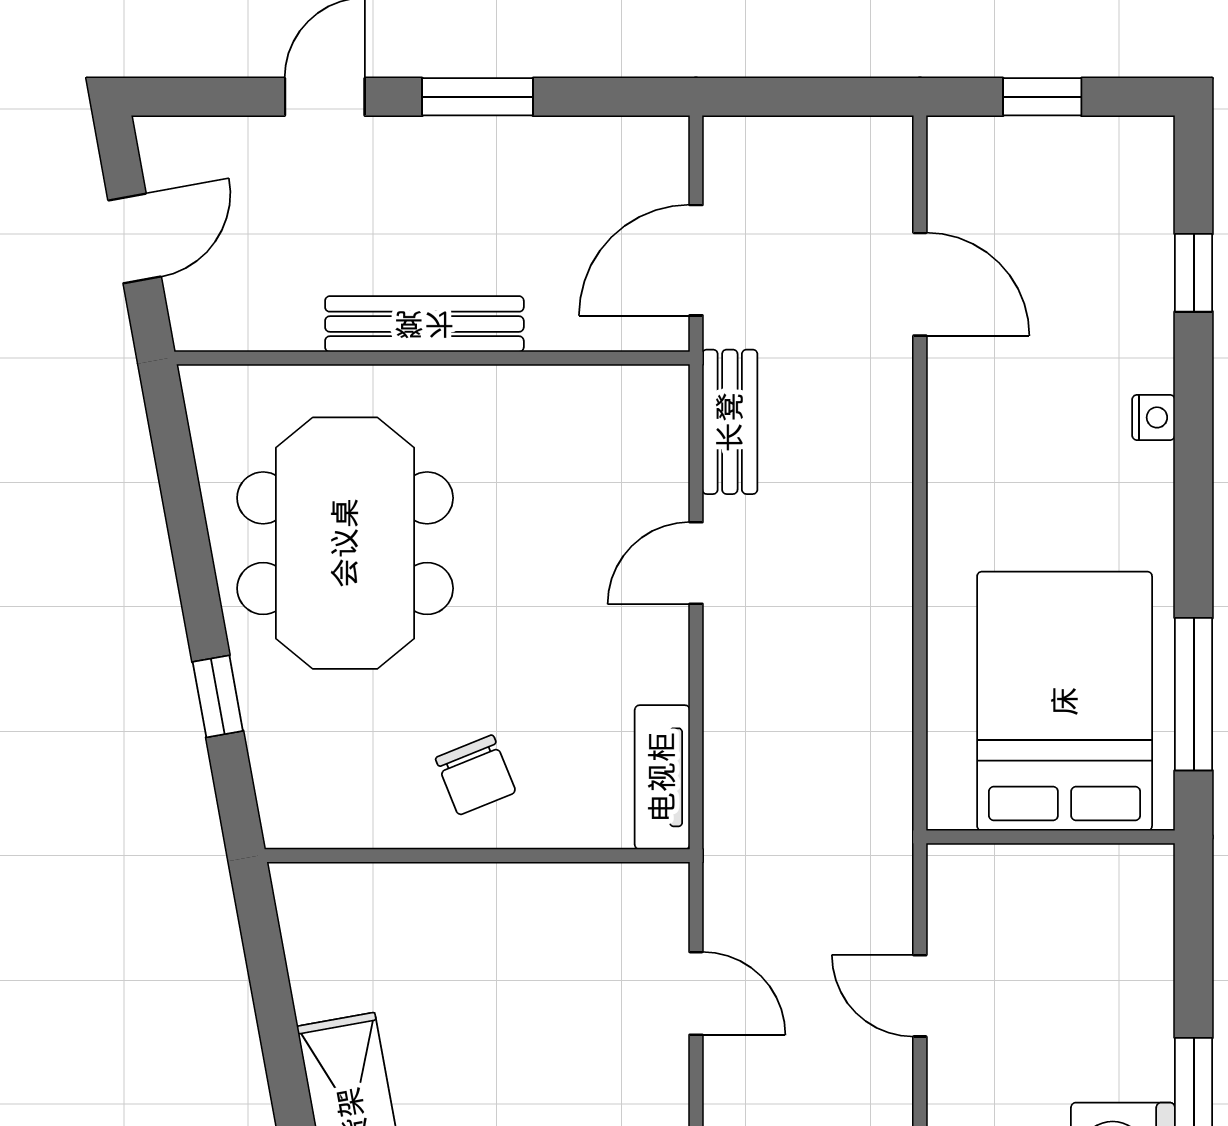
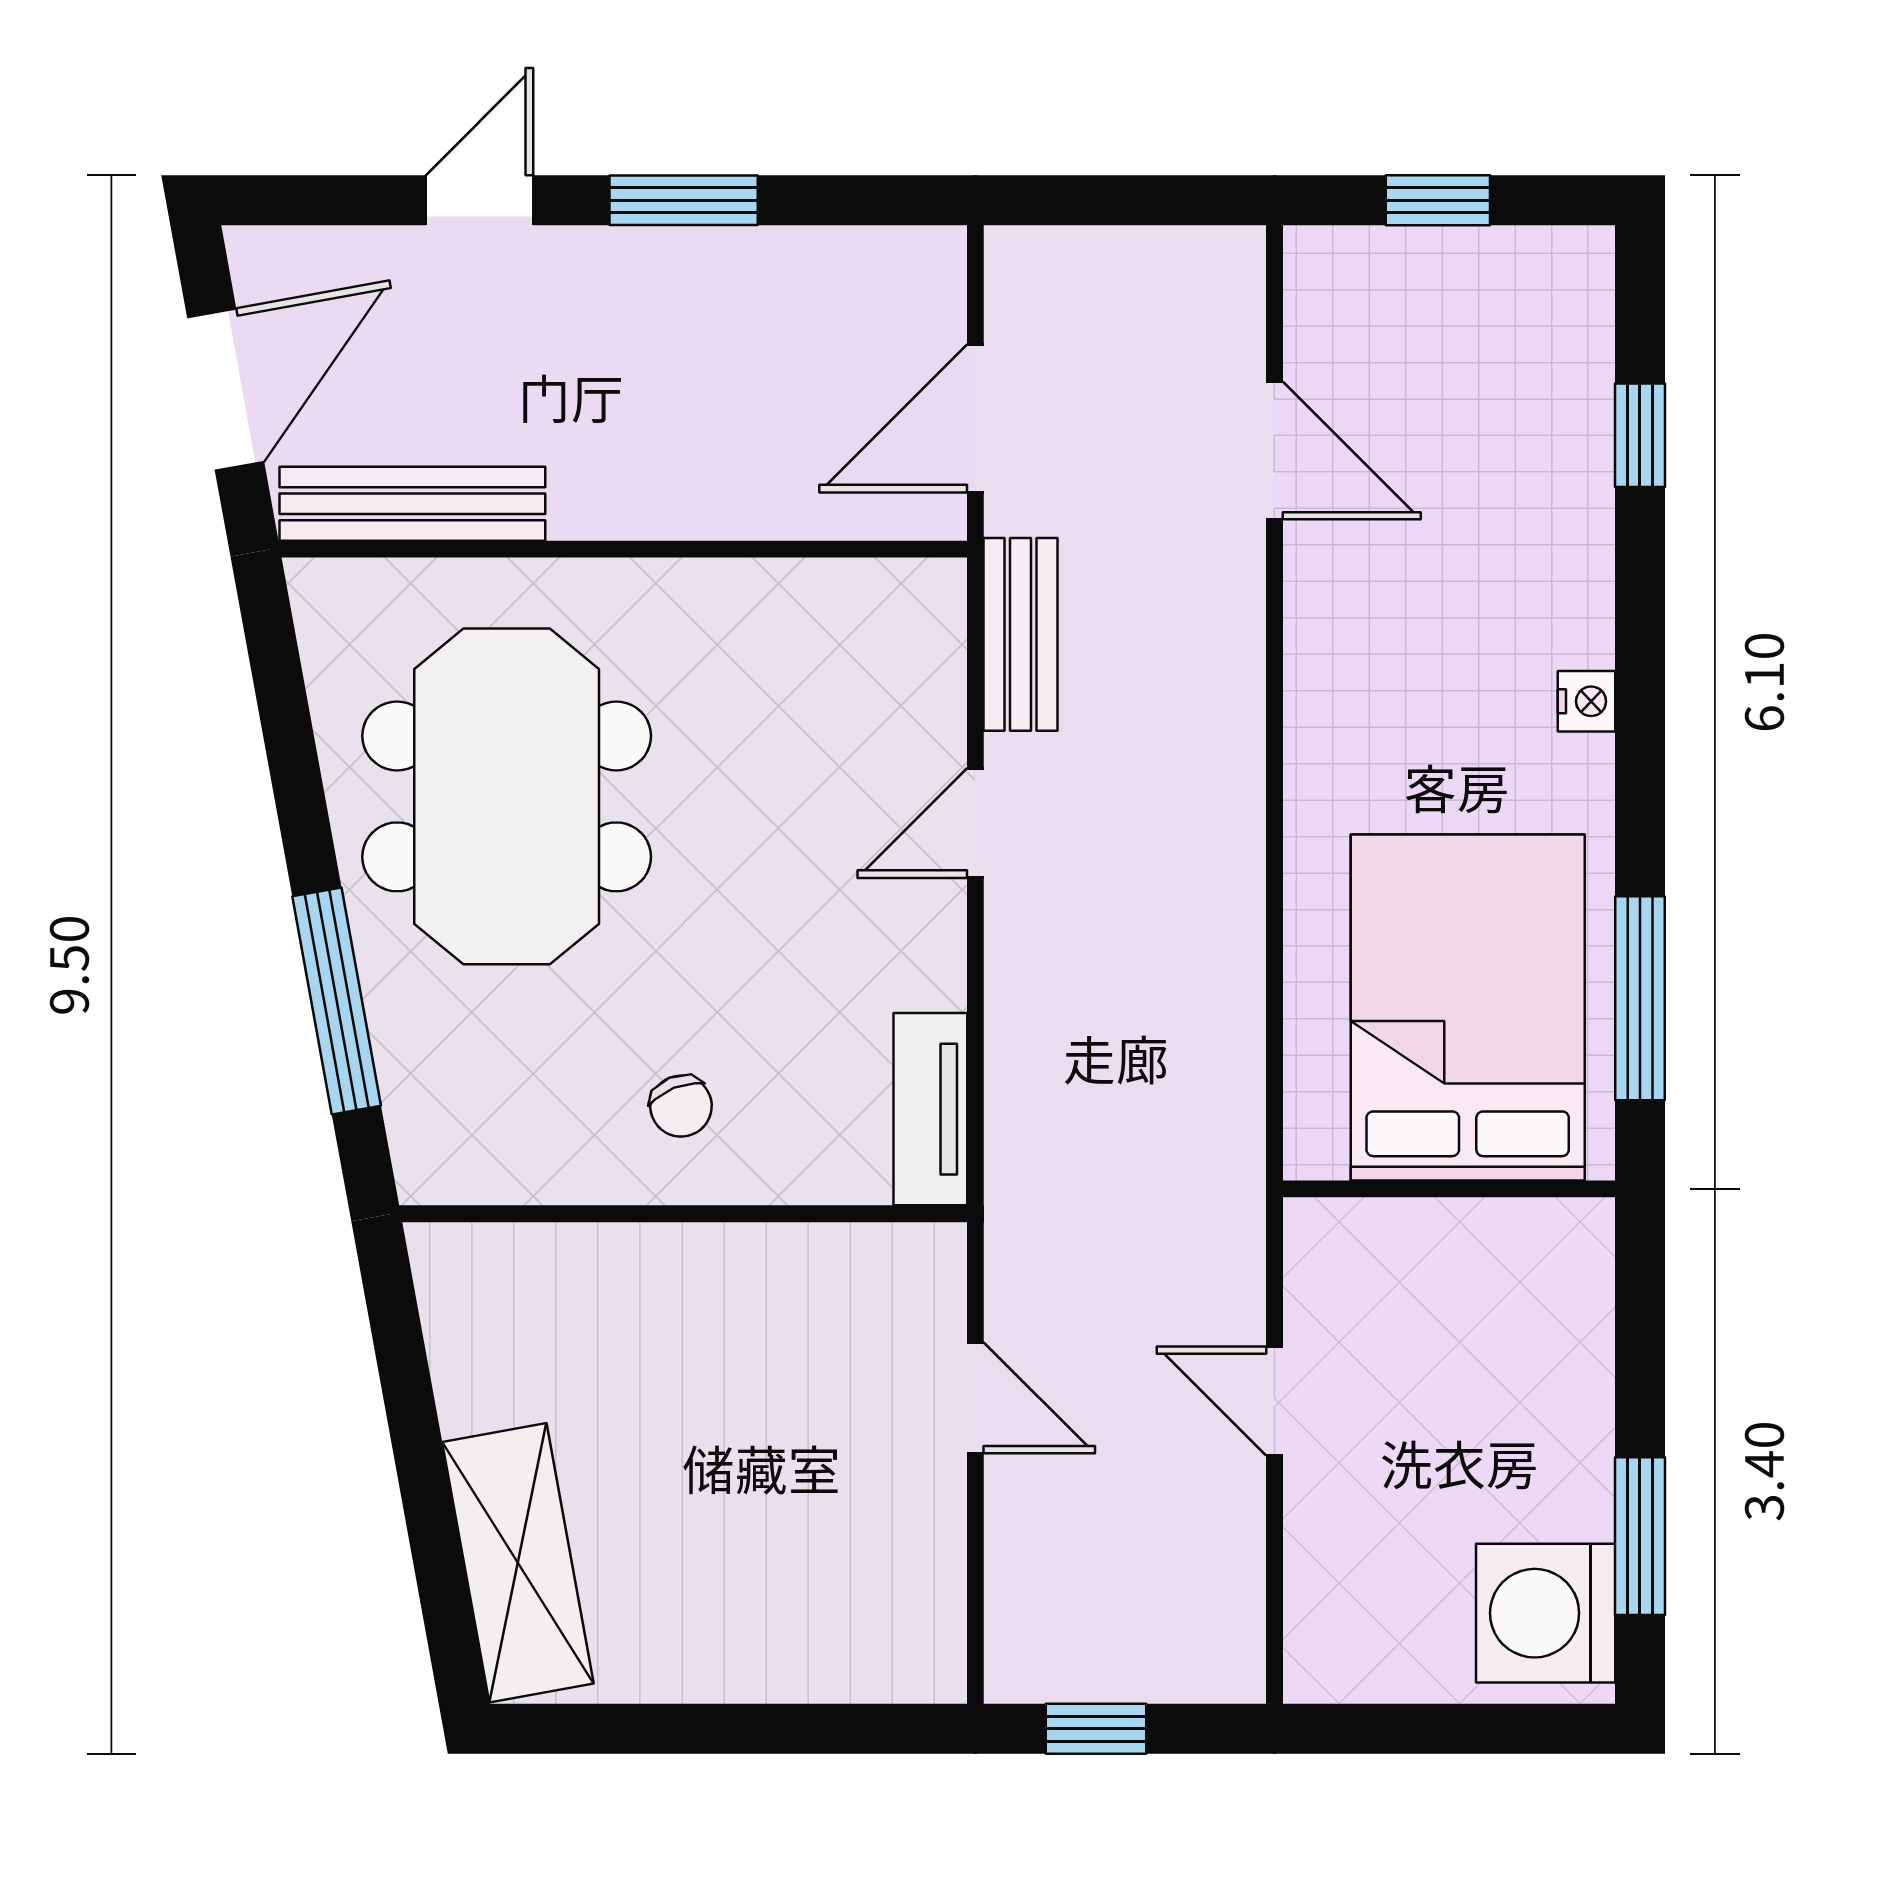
door: (135, 239) -> (226, 389), width x1.38
bench: (424, 324) -> (412, 504), moved
nightstand: (1154, 417) -> (1586, 701), moved
window: (218, 696) -> (337, 1001), width x2.17
chair: (476, 775) -> (681, 1106), width x0.73, depth x0.73

